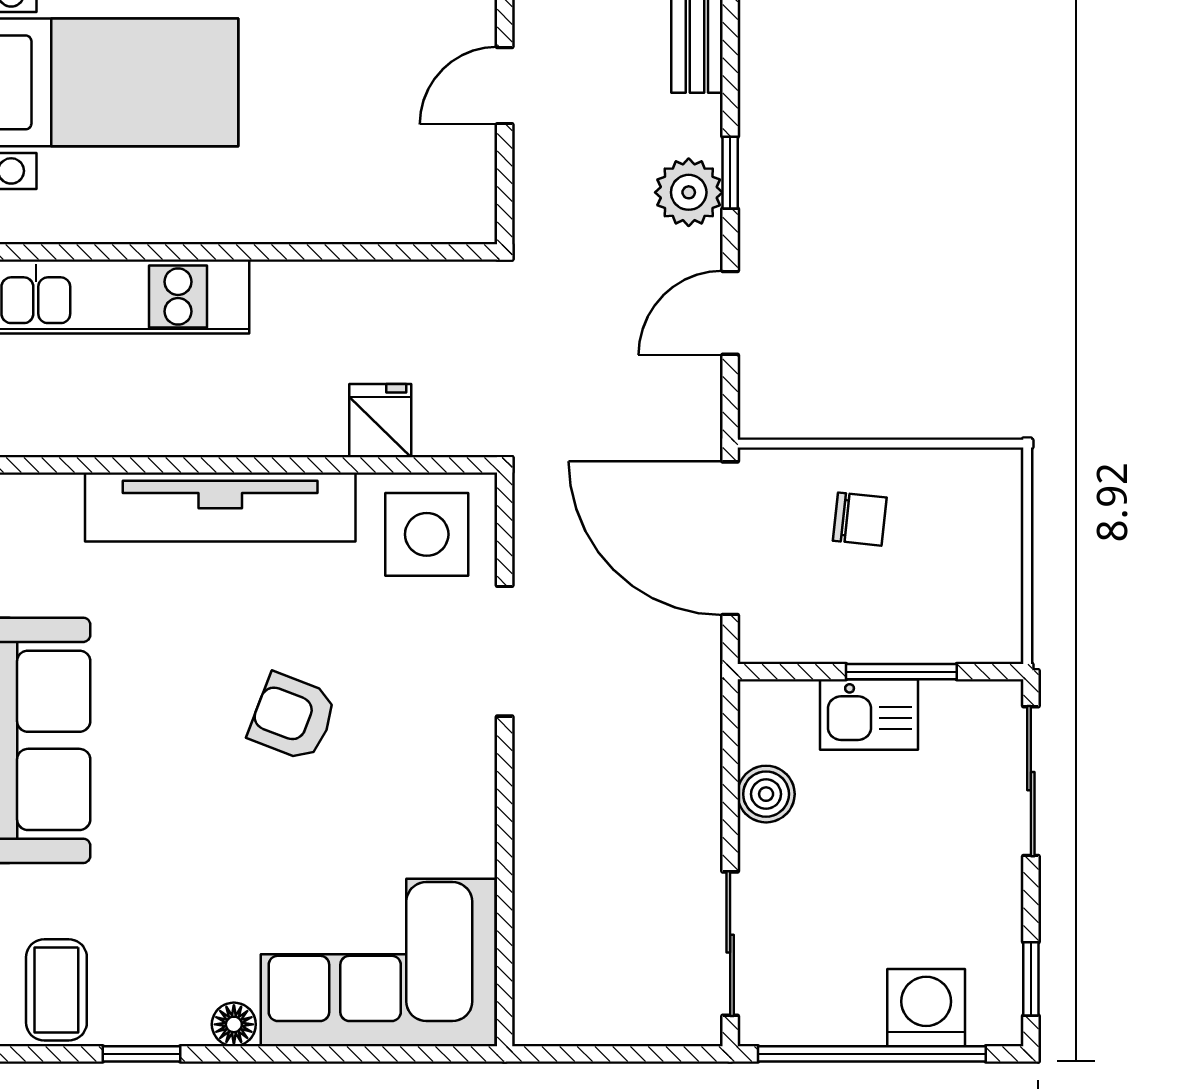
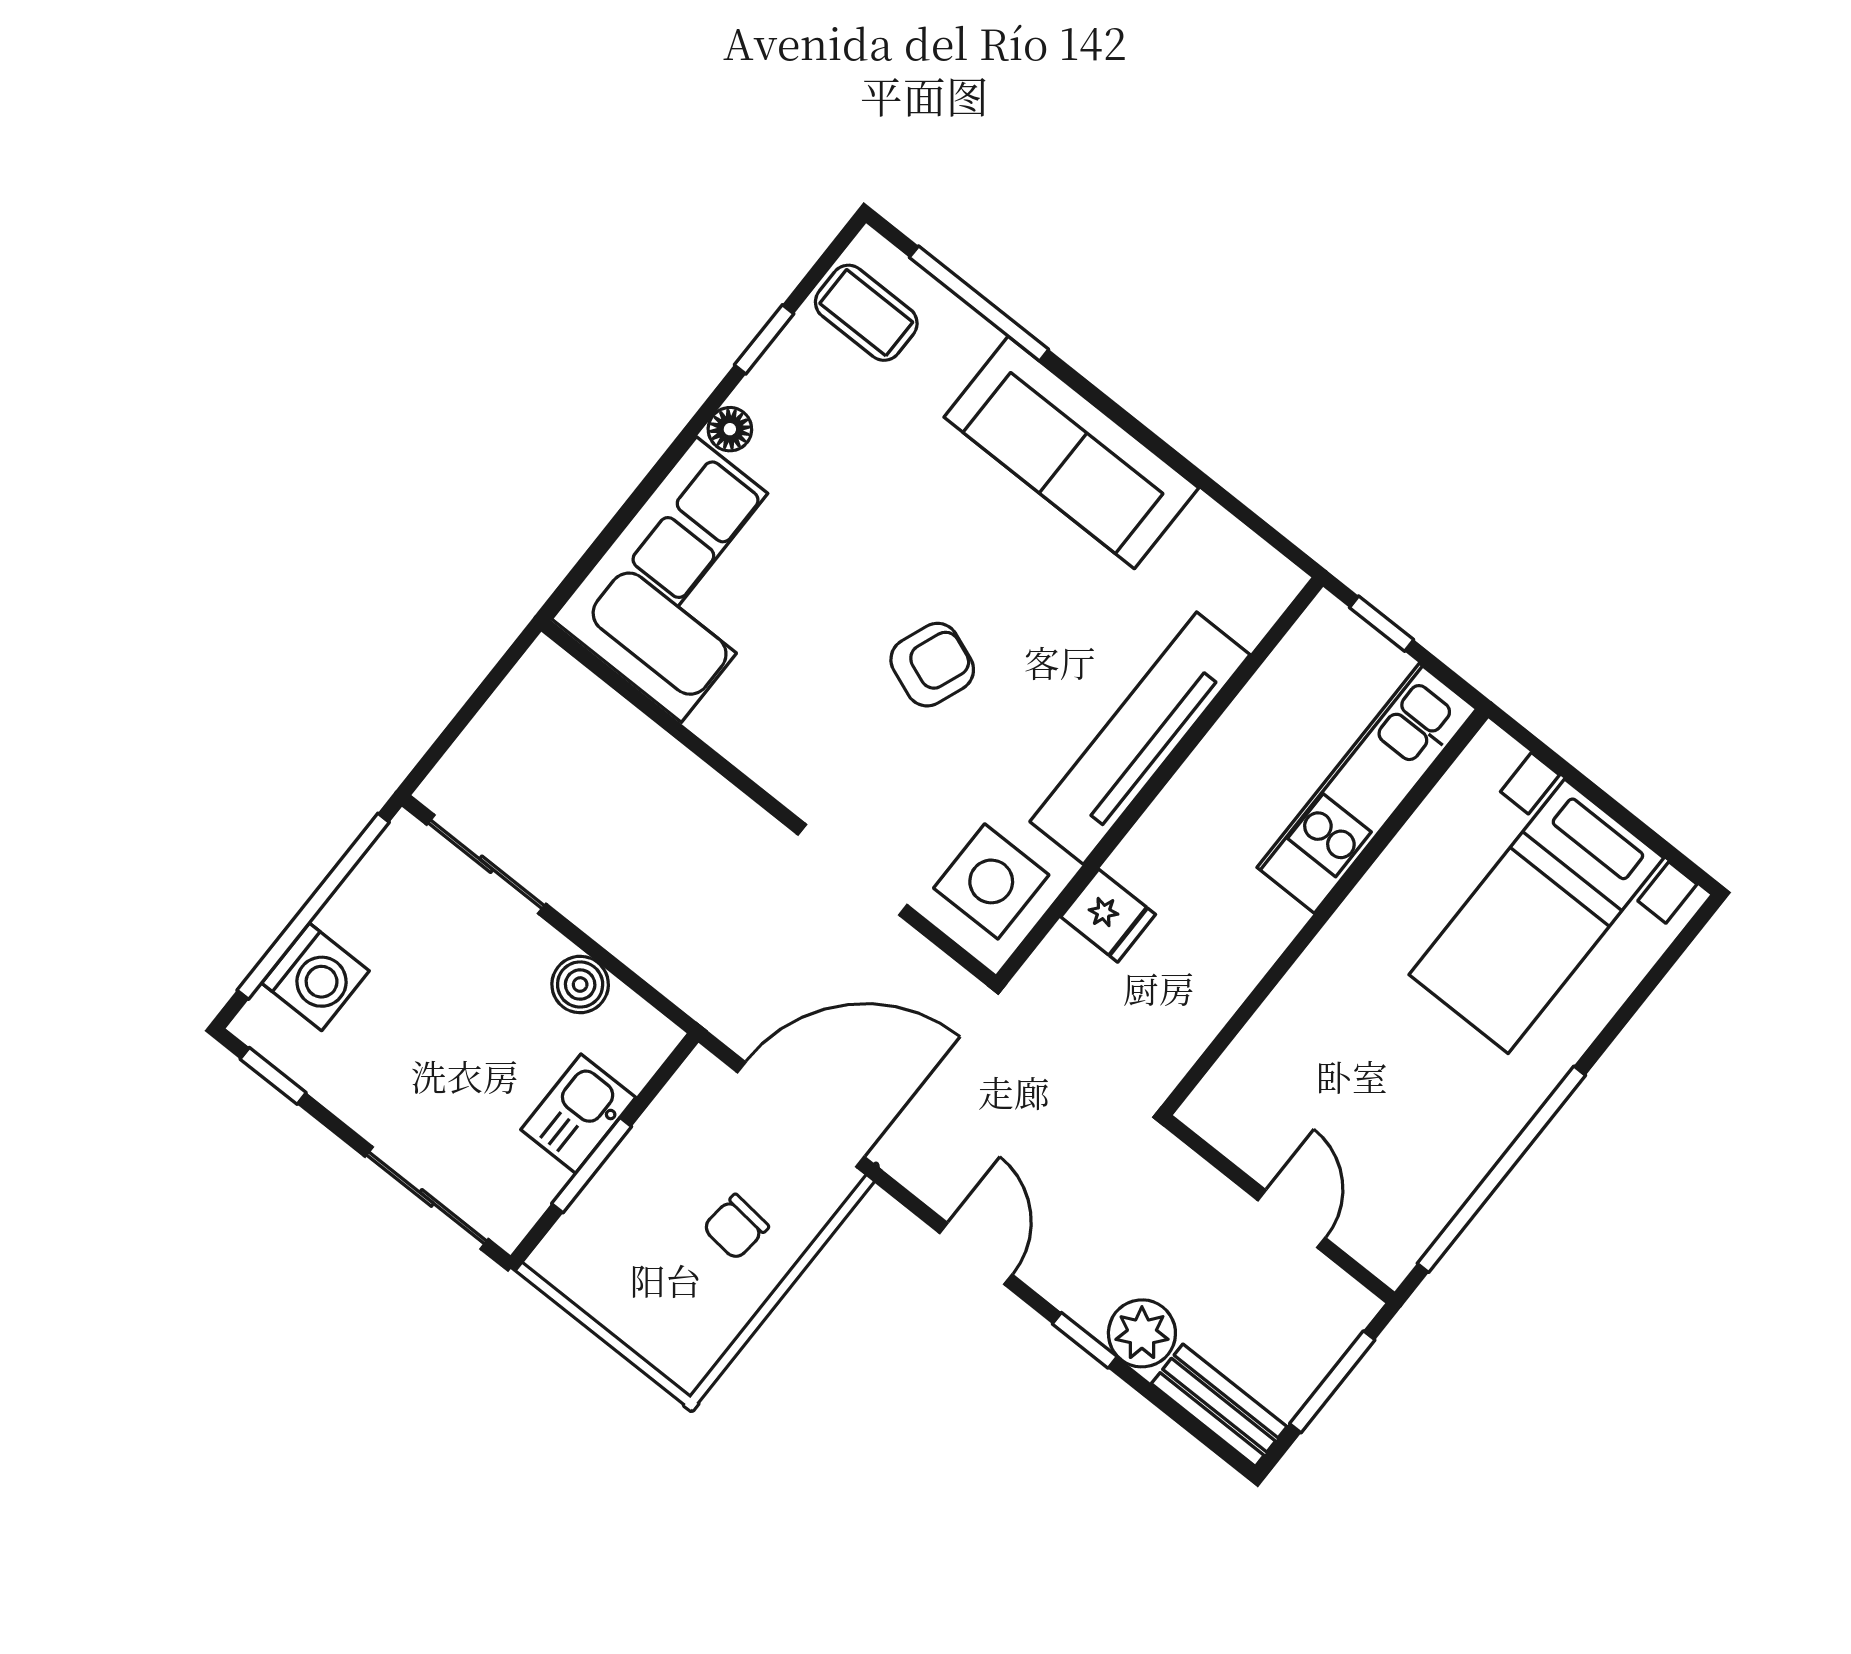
plant: (689, 192) -> (1142, 1333), moved

